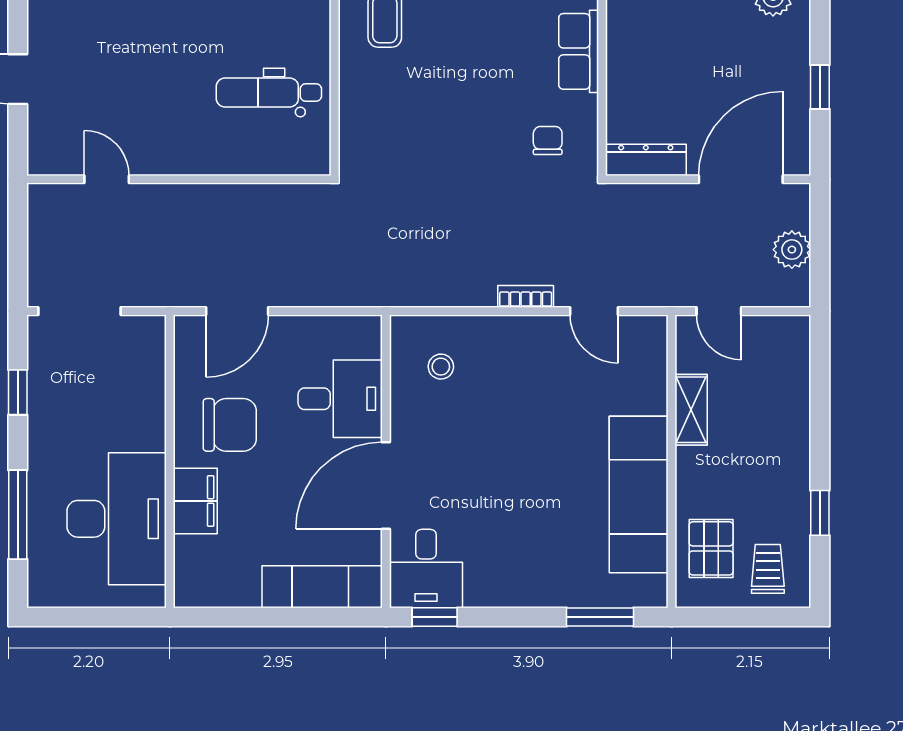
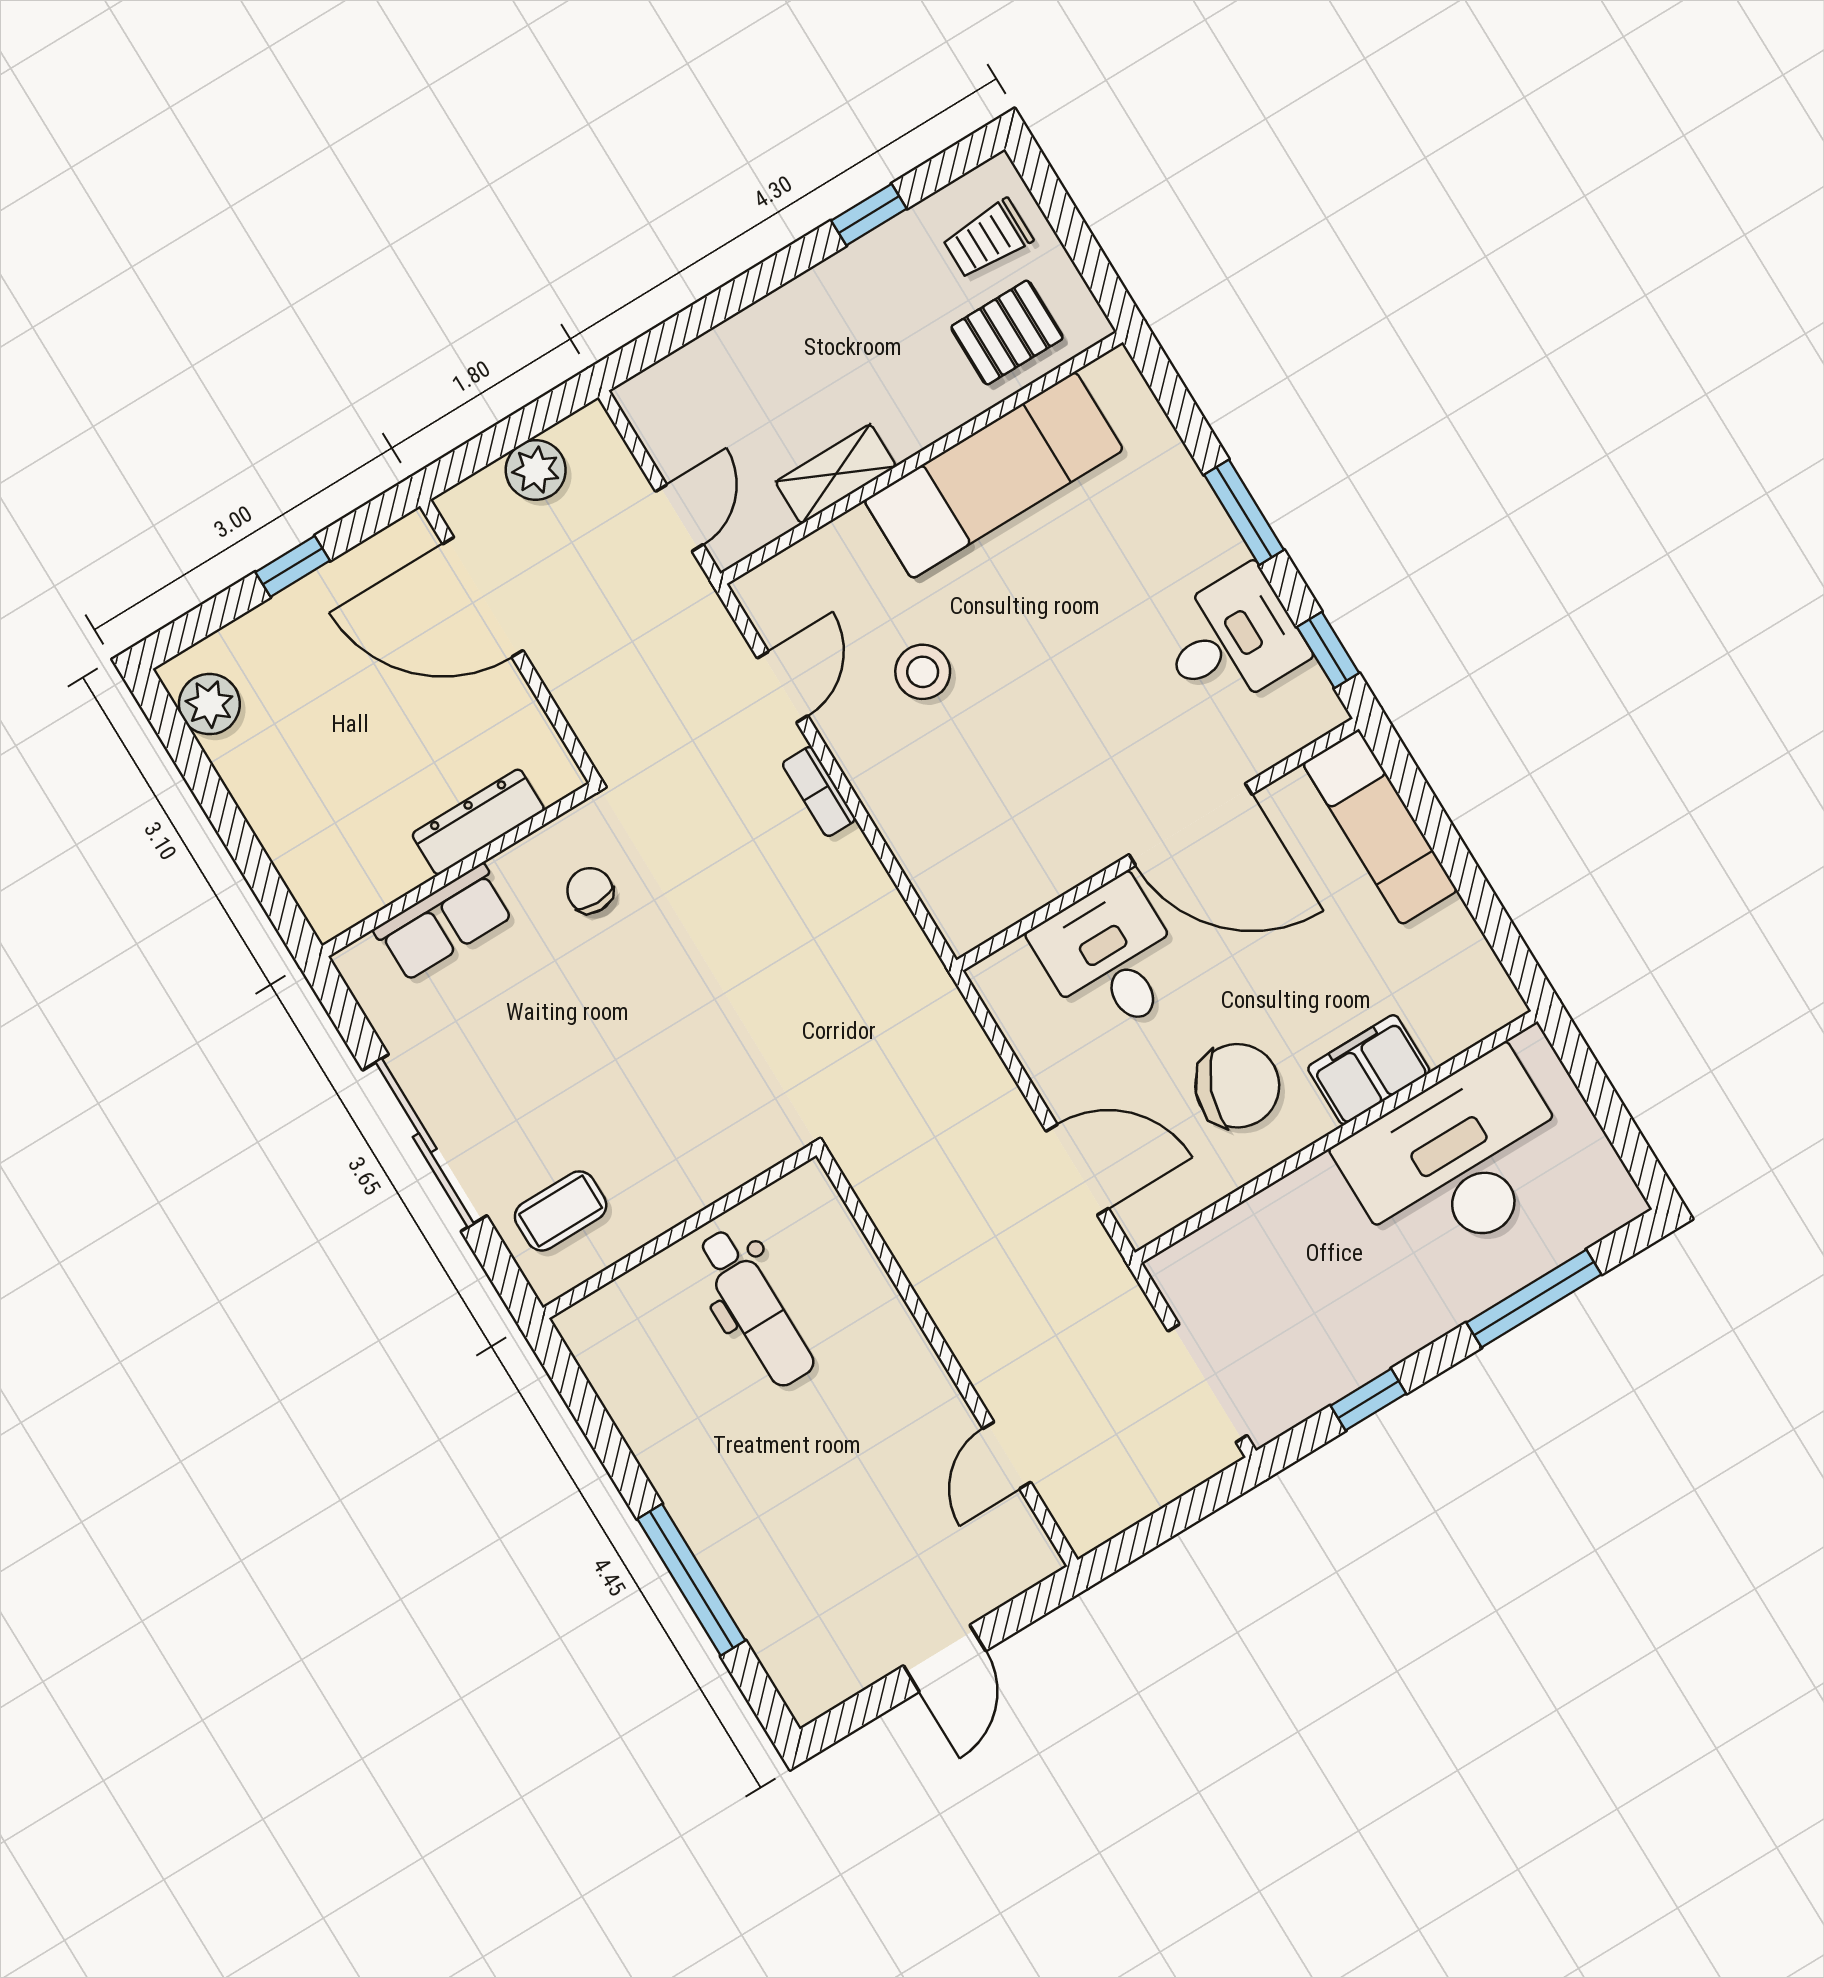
chair: (548, 141) -> (590, 890), turned 90
dresser: (646, 160) -> (478, 822), moved, turned 90
stool: (441, 367) -> (923, 672), moved, width x1.37, depth x1.37
chair: (230, 425) -> (1237, 1086), turned 111
desk: (426, 568) -> (1232, 640), moved
window: (600, 617) -> (1244, 512), moved

